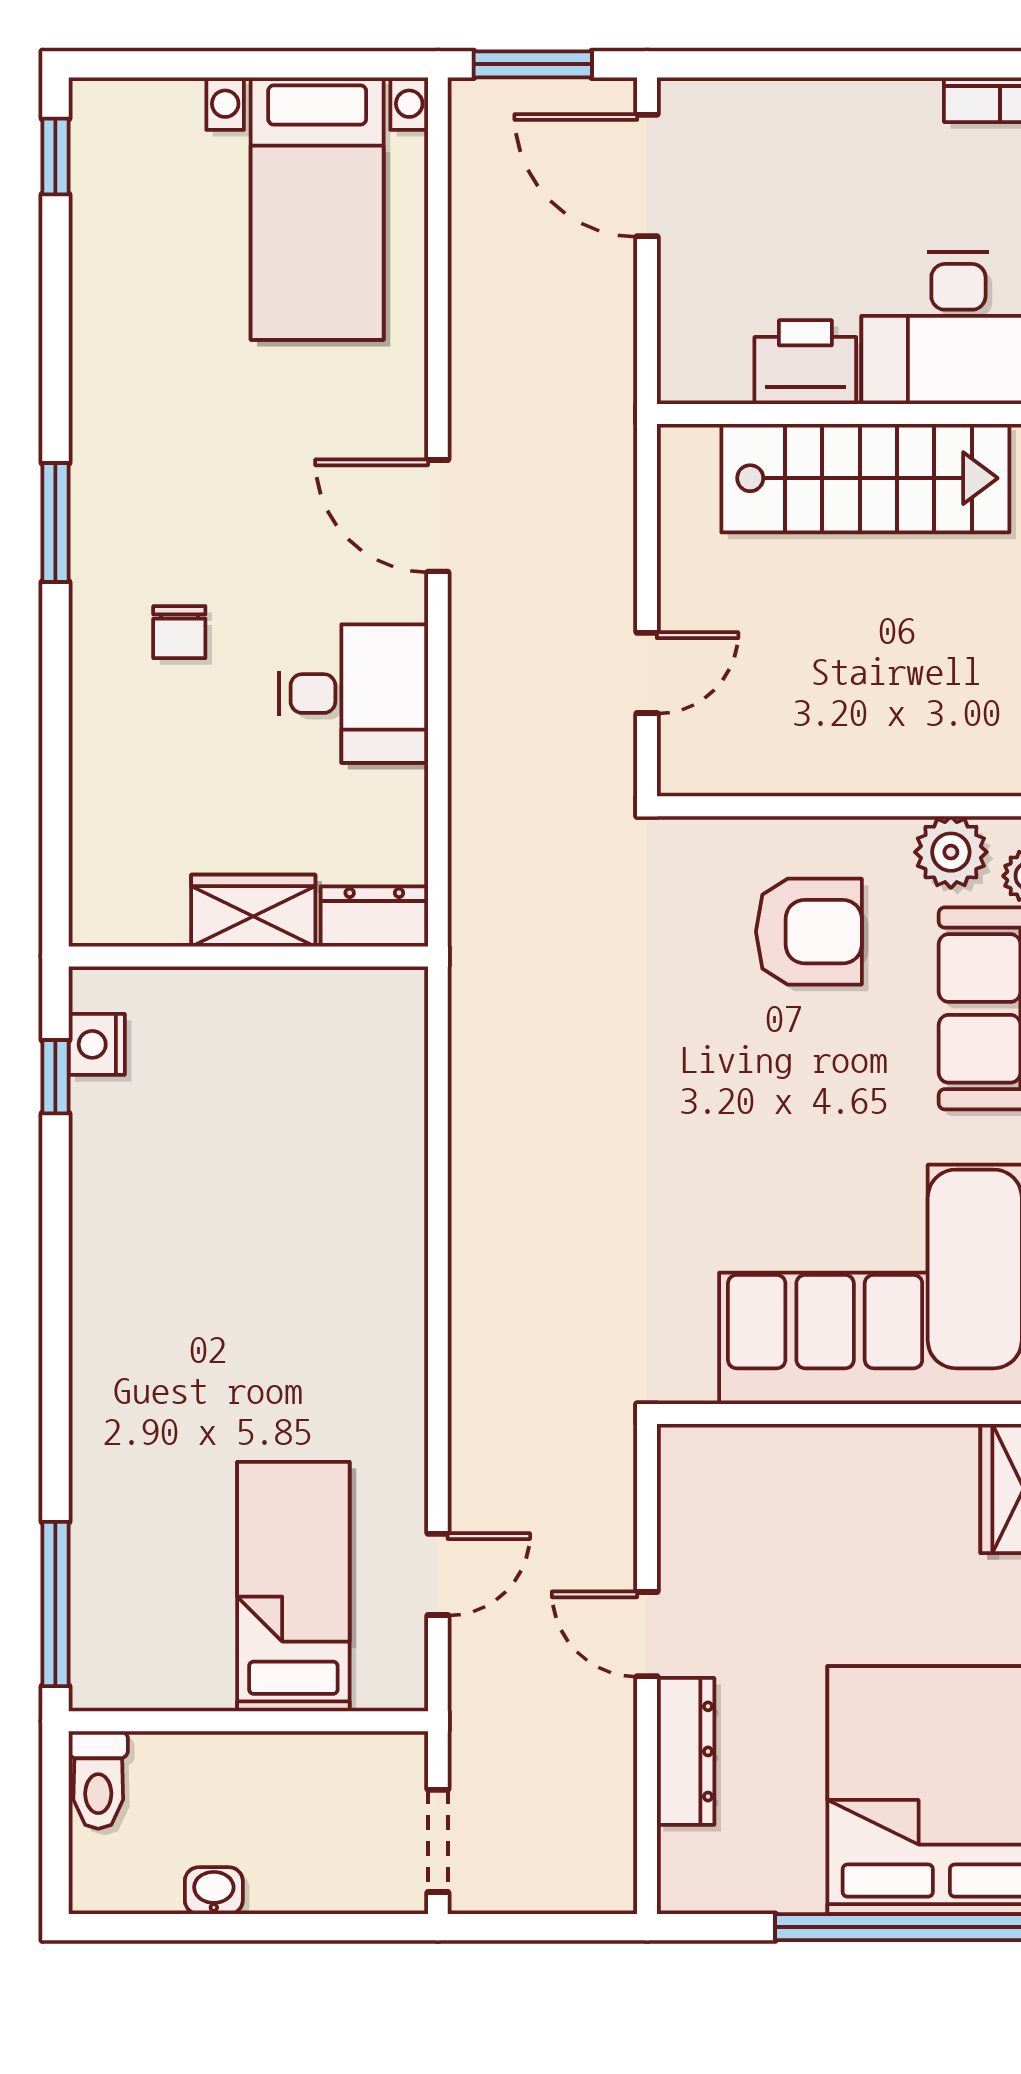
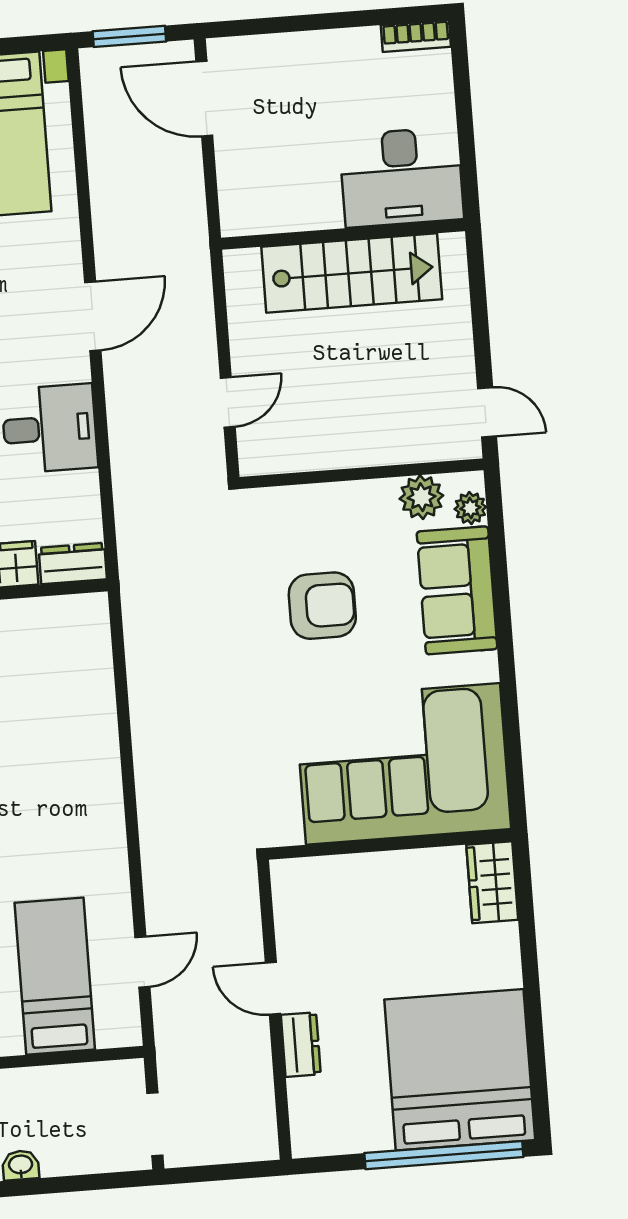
printer: (805, 362) -> (310, 205), removed
door: (438, 516) -> (93, 316), swing flipped
armchair: (809, 932) -> (322, 606), moved
dresser: (686, 1751) -> (301, 1045), width x0.70

